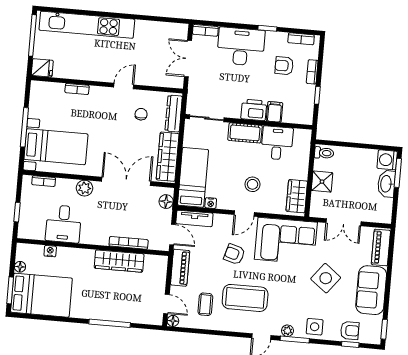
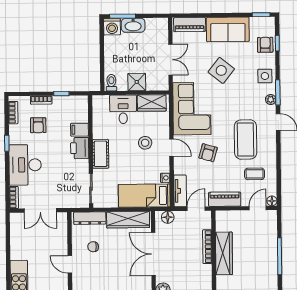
desk: (277, 143) -> (123, 109), moved, turned 90

